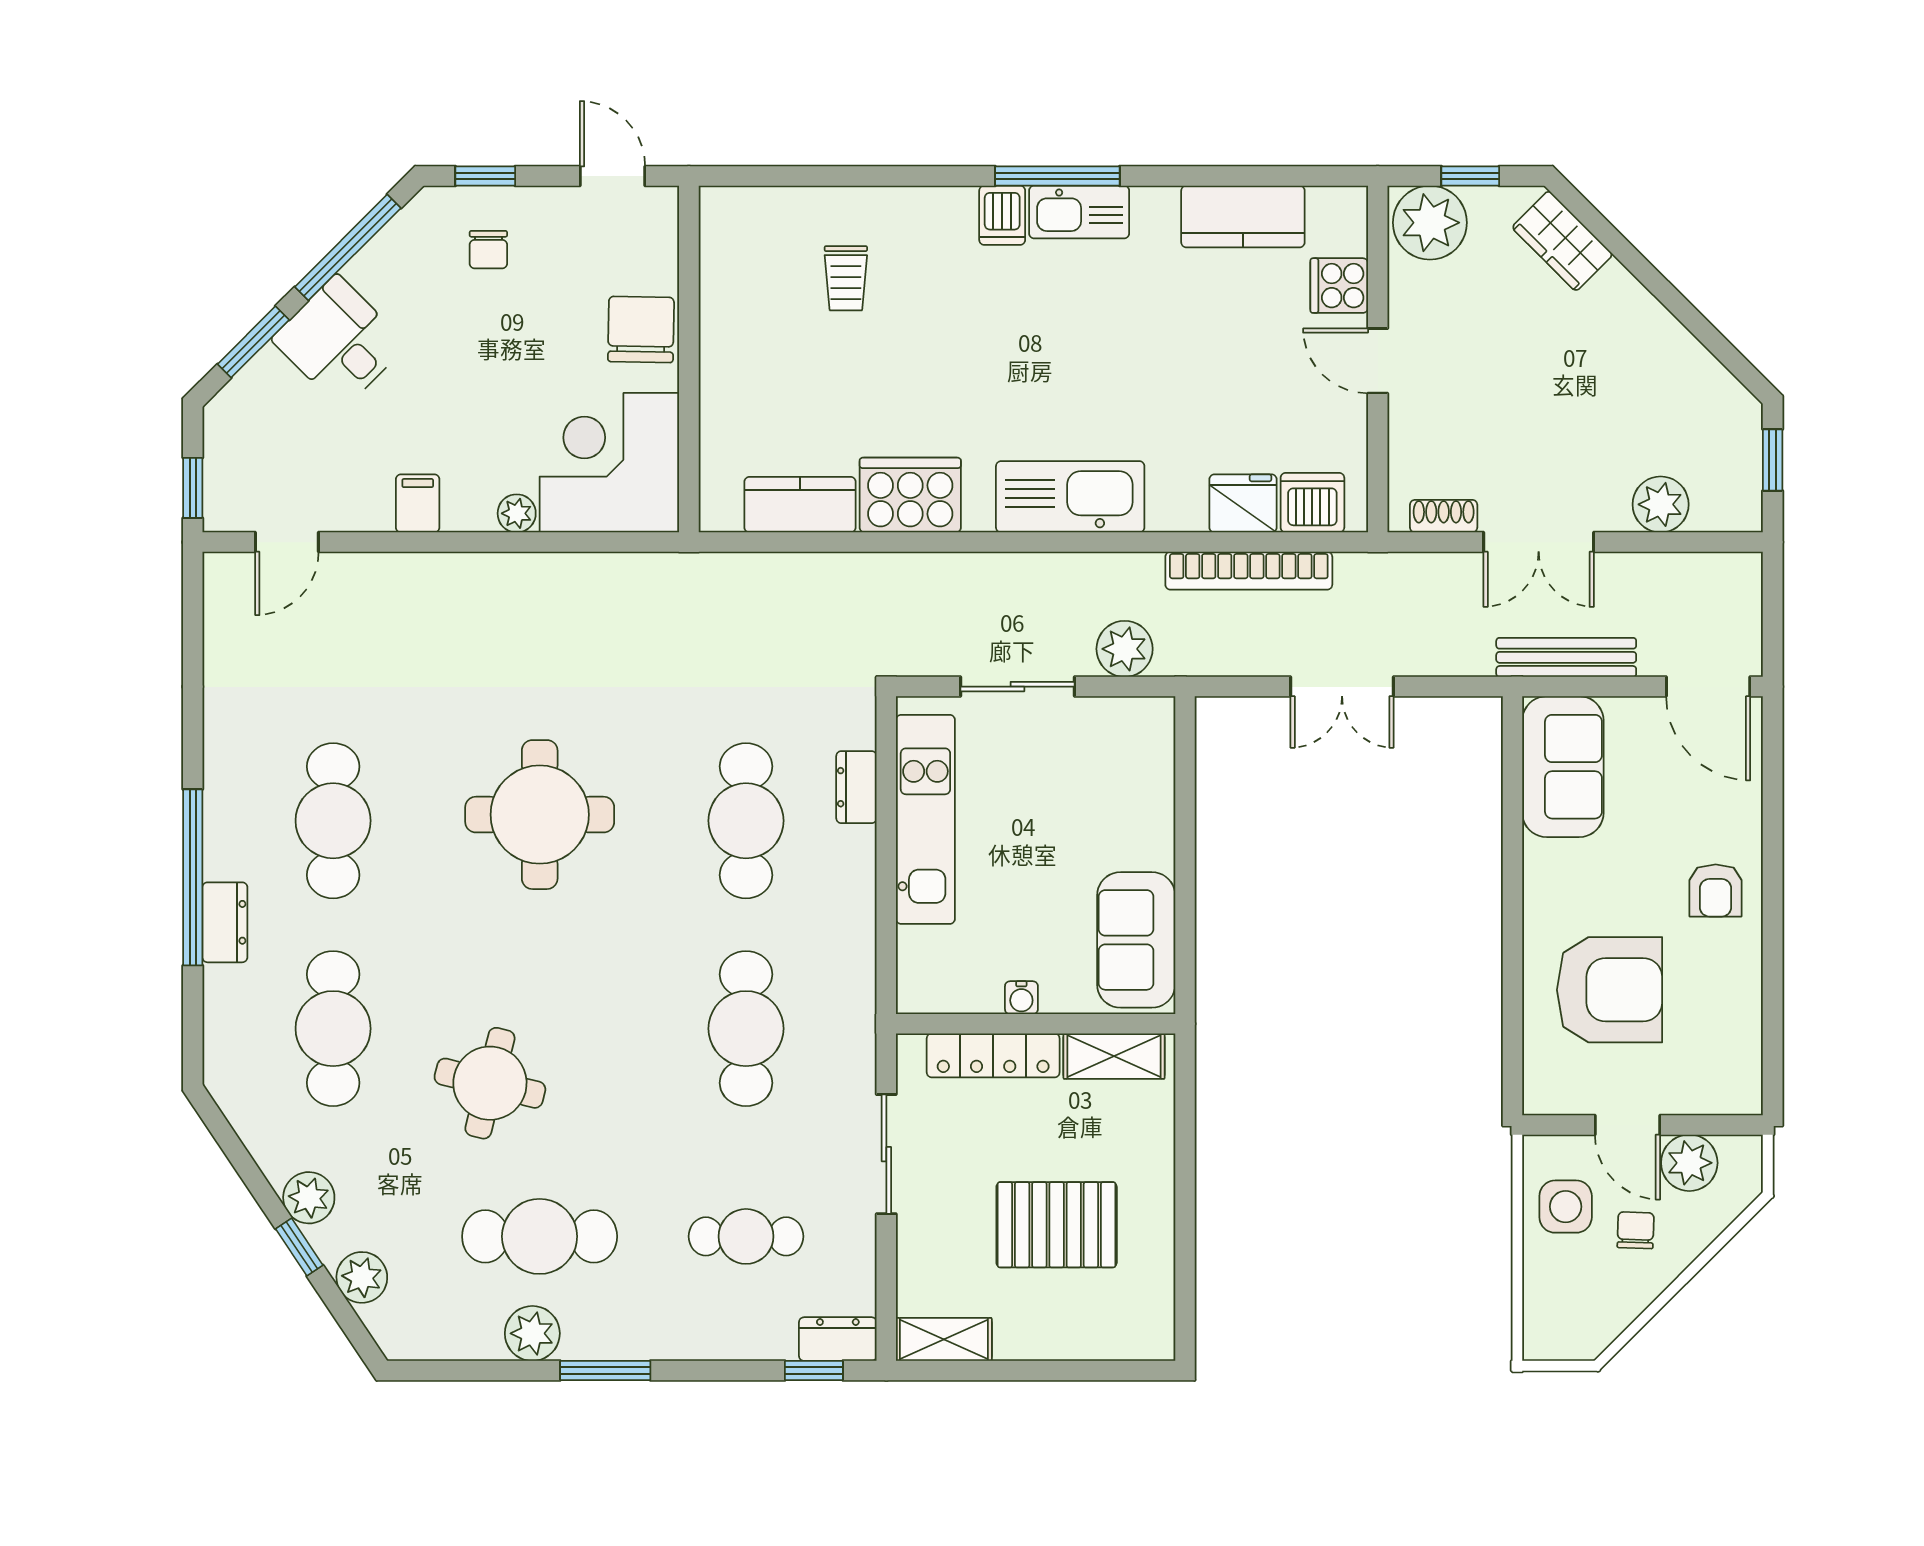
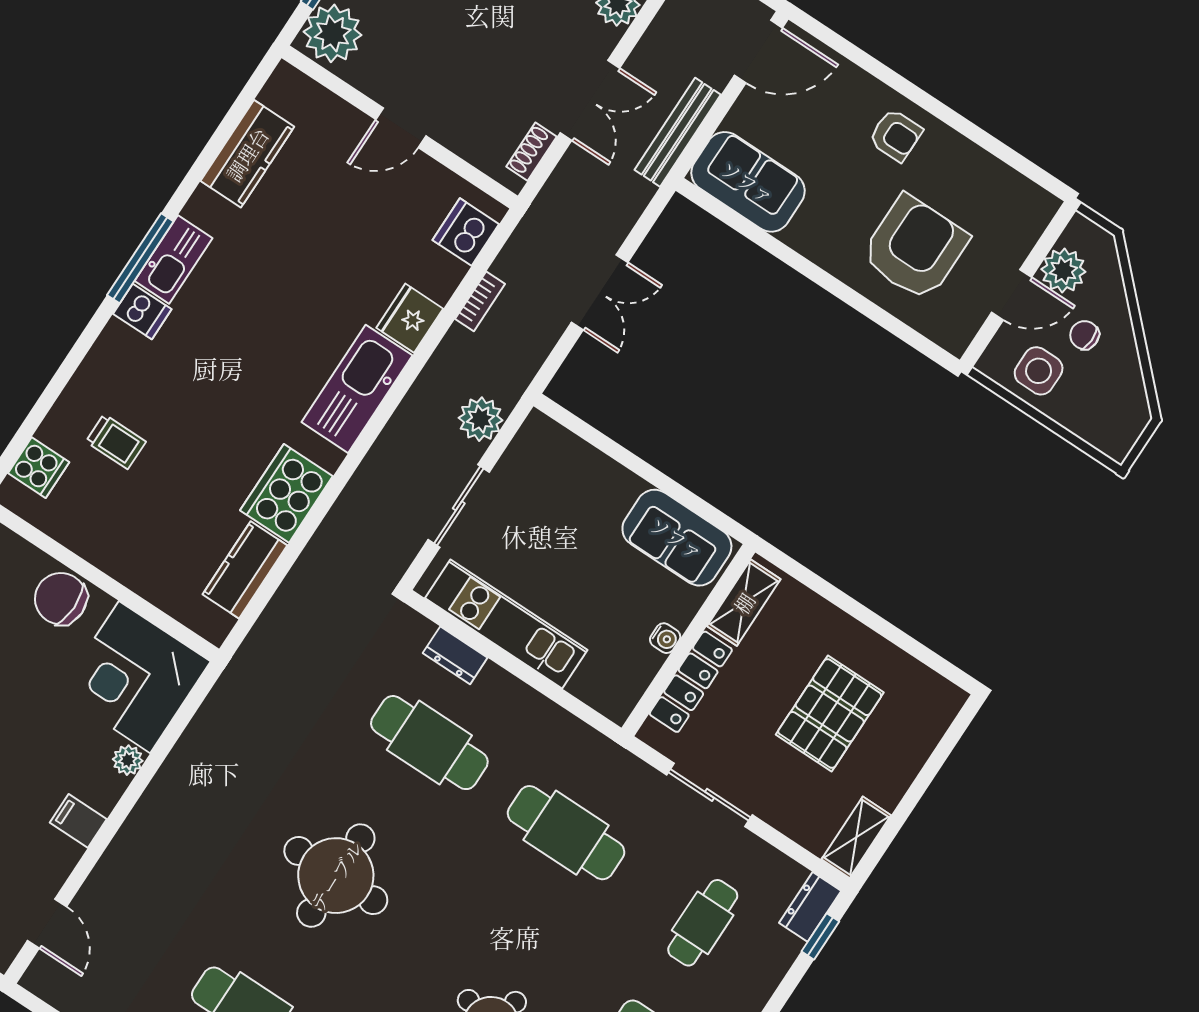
cooker: (1339, 286) -> (39, 468), moved, turned -90
fridge: (1243, 503) -> (410, 318), moved
bookcase: (1249, 571) -> (480, 301), width x0.43, depth x0.76

